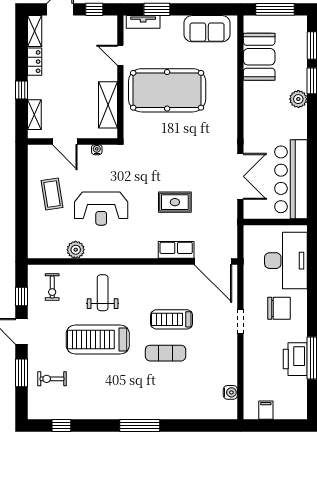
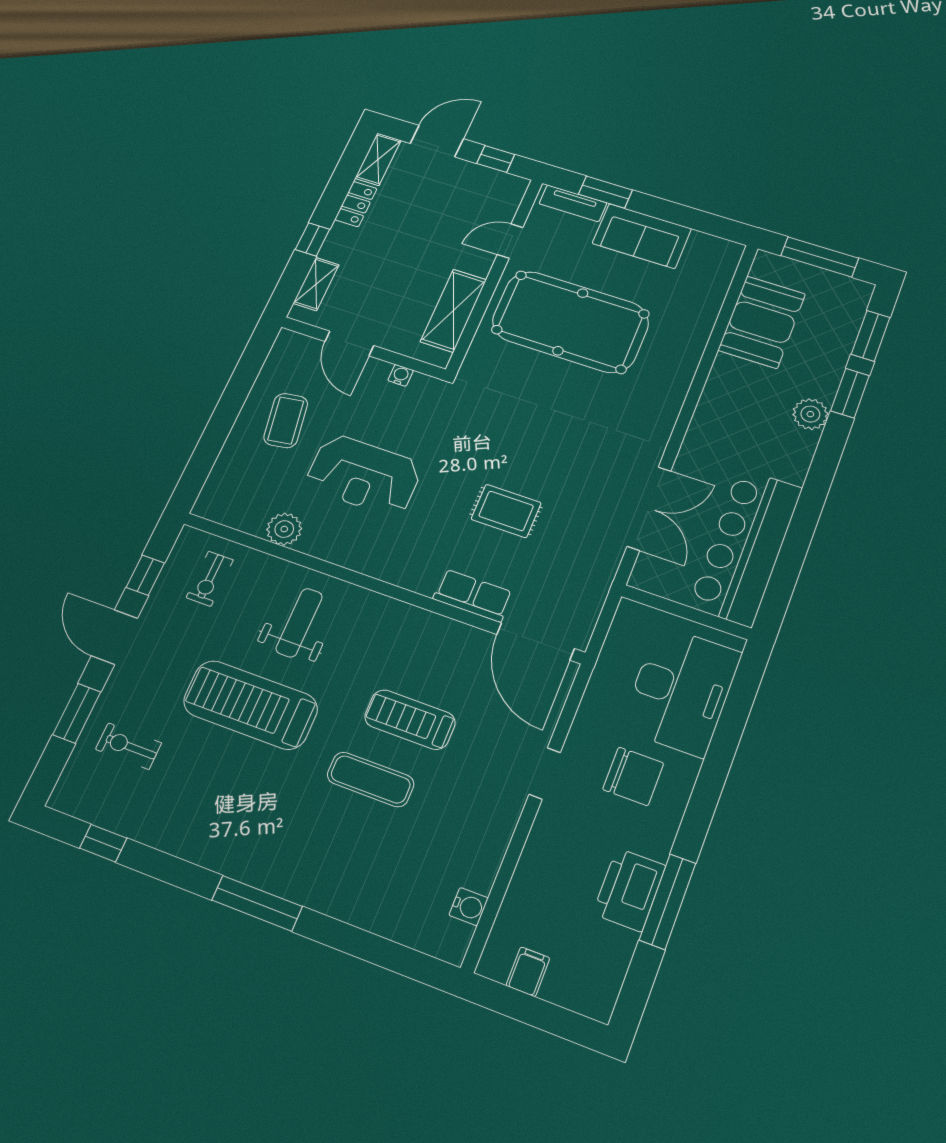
sofa: (207, 29) -> (642, 236), moved
door: (120, 55) -> (510, 241), hinge flipped

